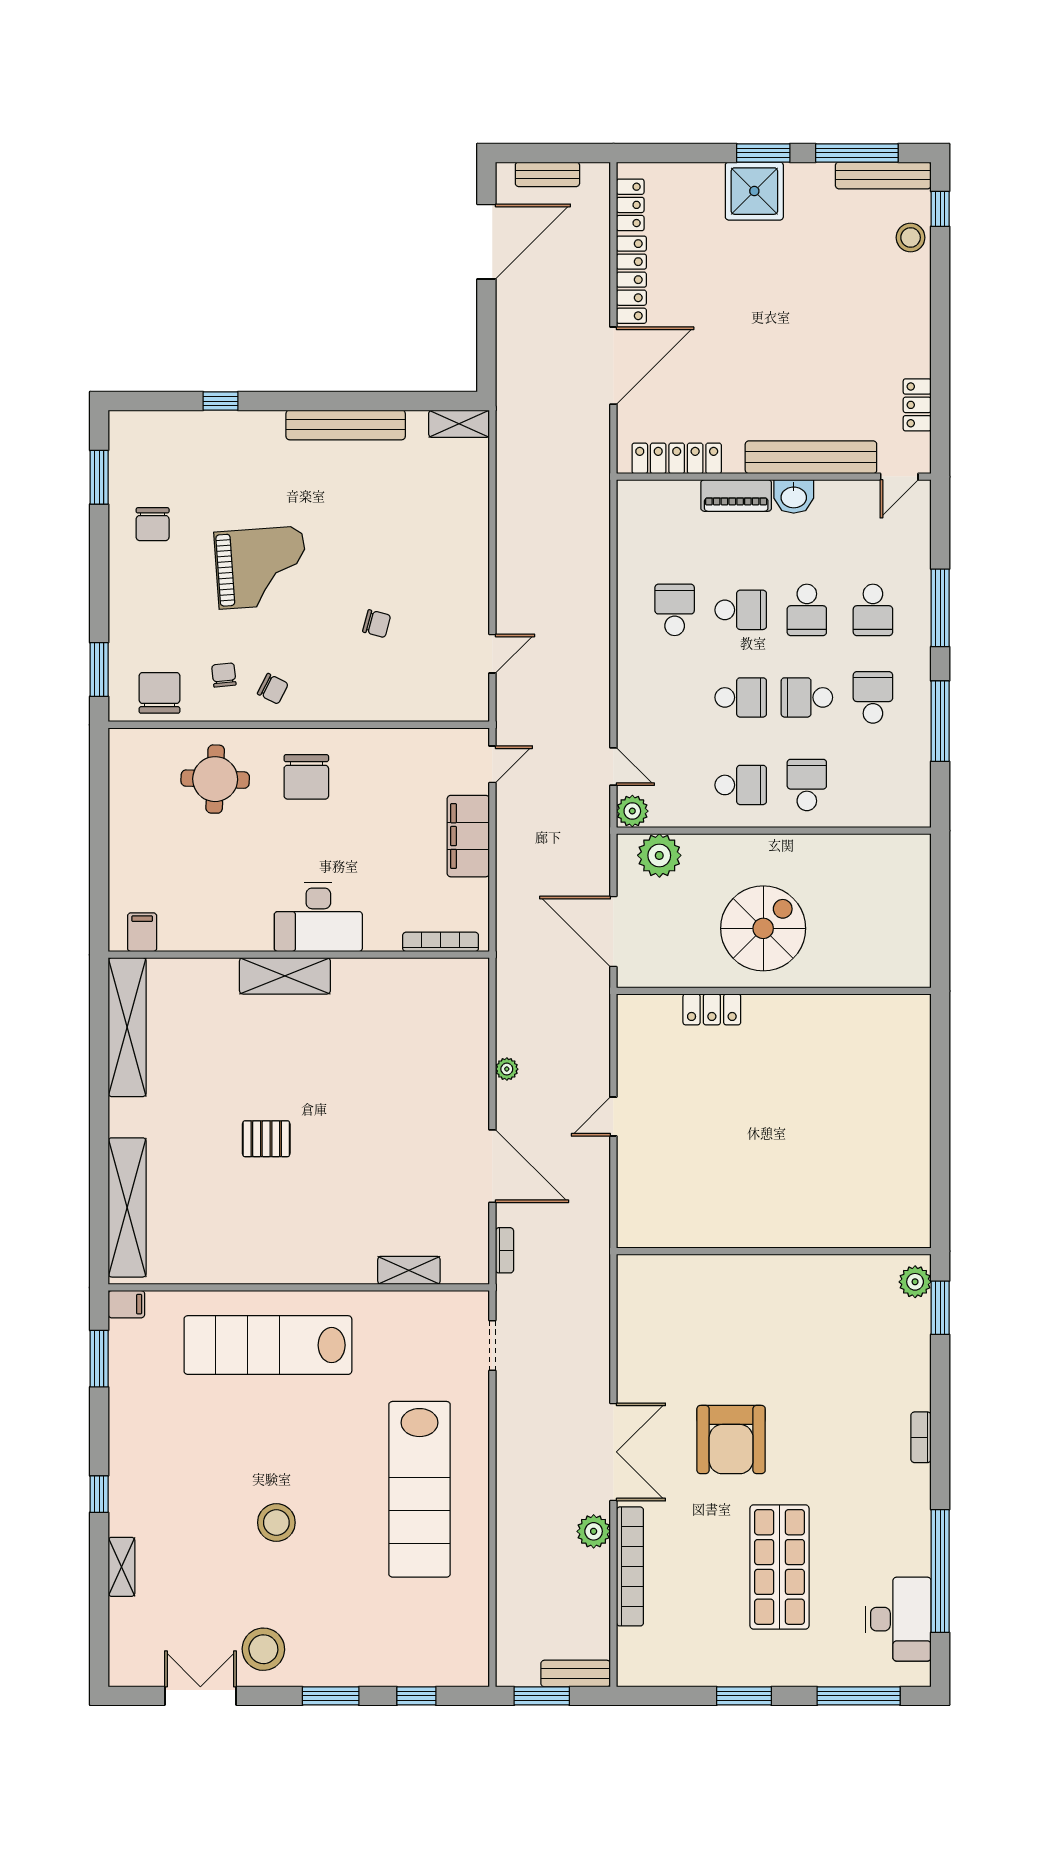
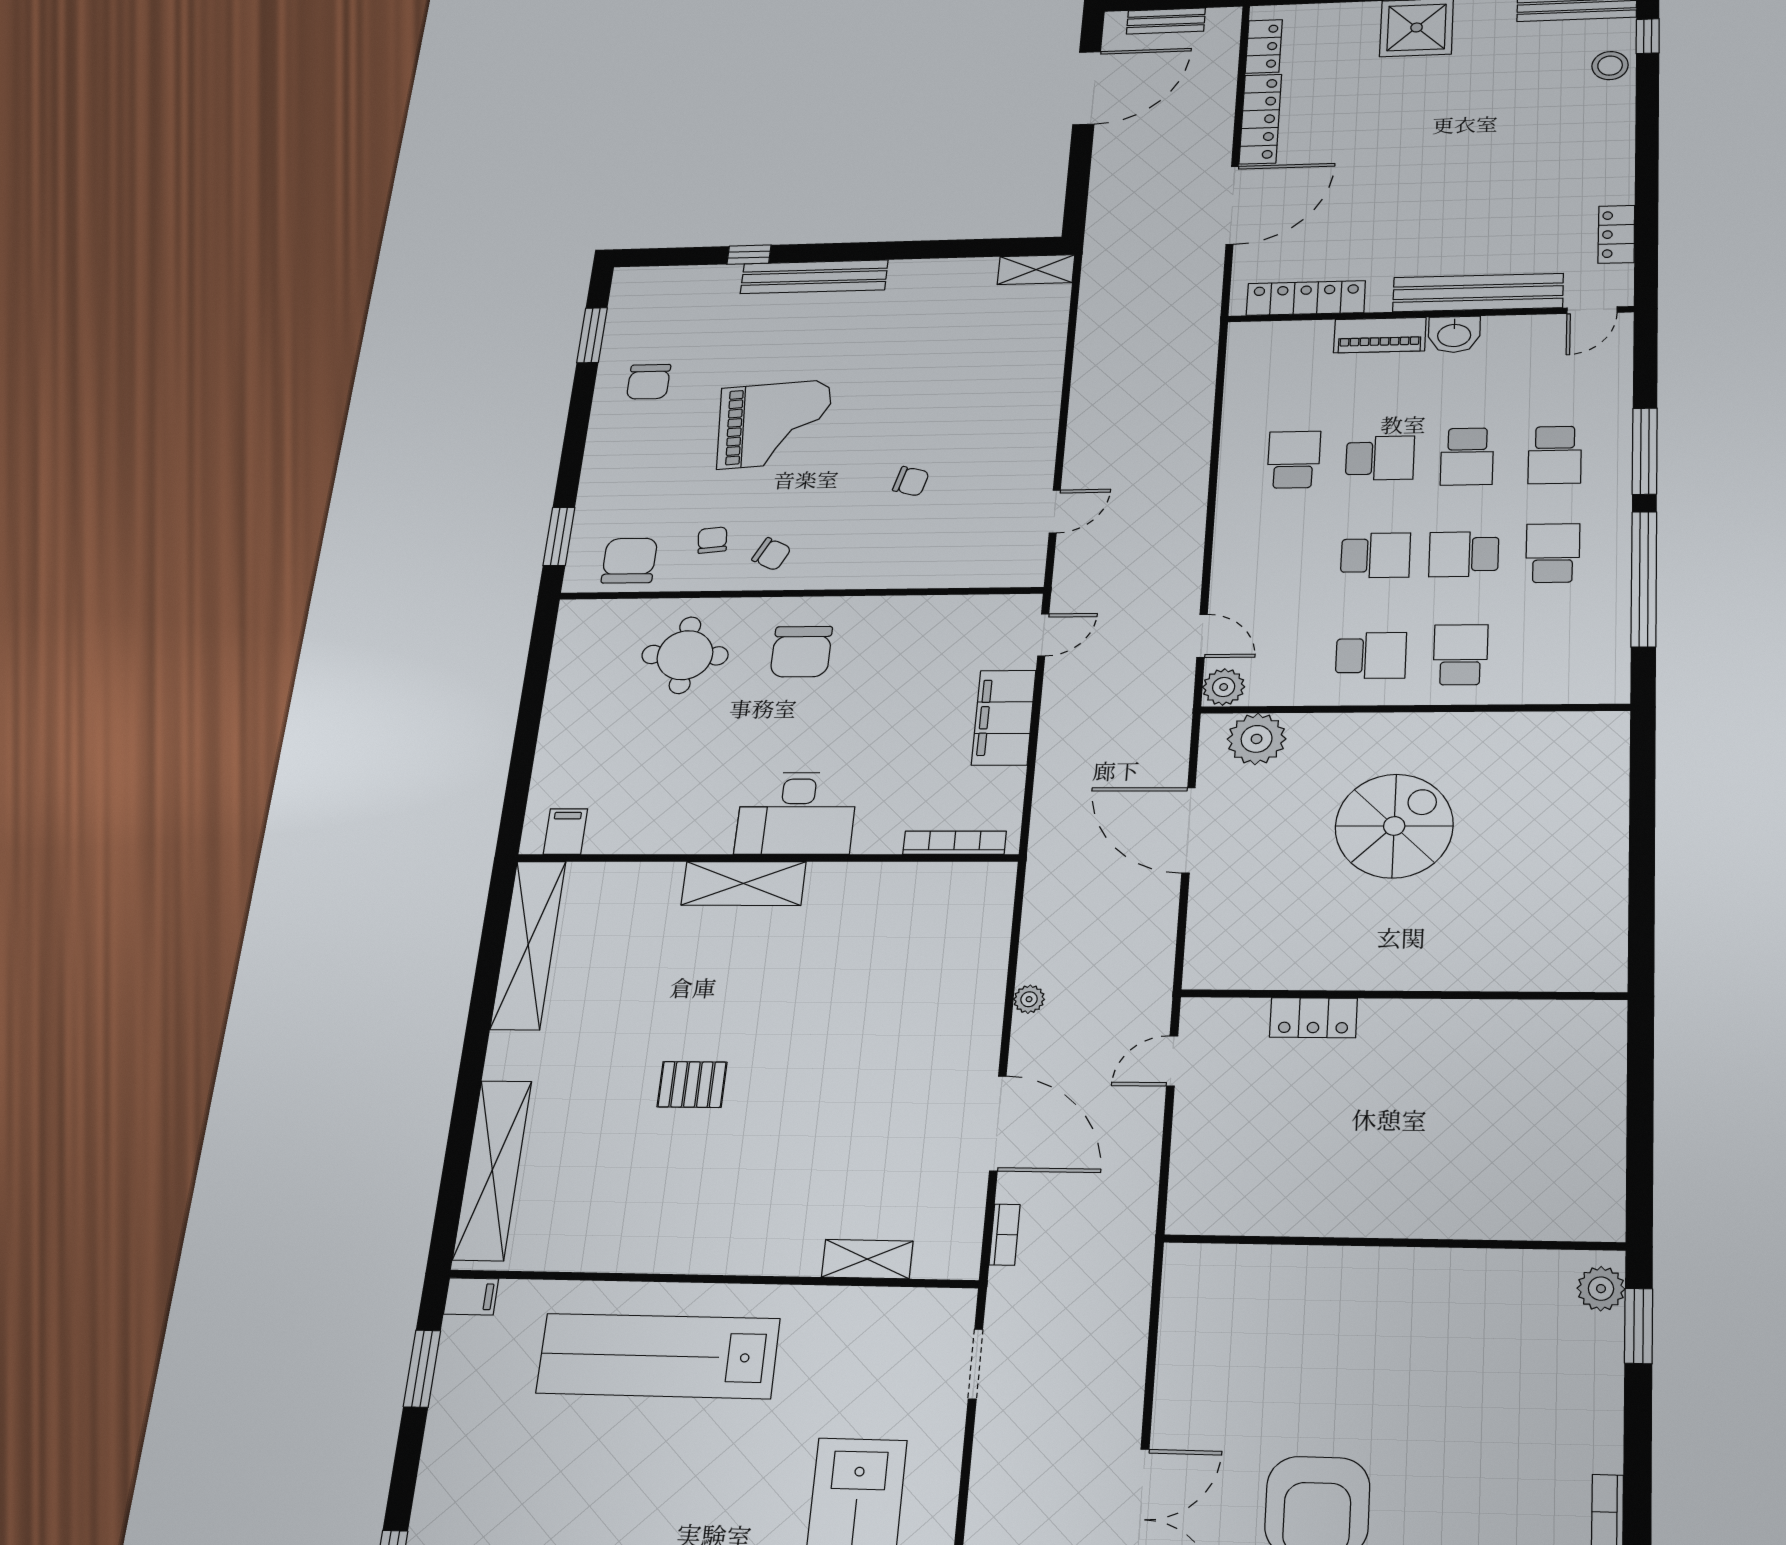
bench: (346, 425) -> (814, 277), moved
window: (940, 721) -> (1644, 579), width x1.46
wall: (774, 991) -> (1402, 995), moved
locker: (712, 1009) -> (1313, 1018), moved

